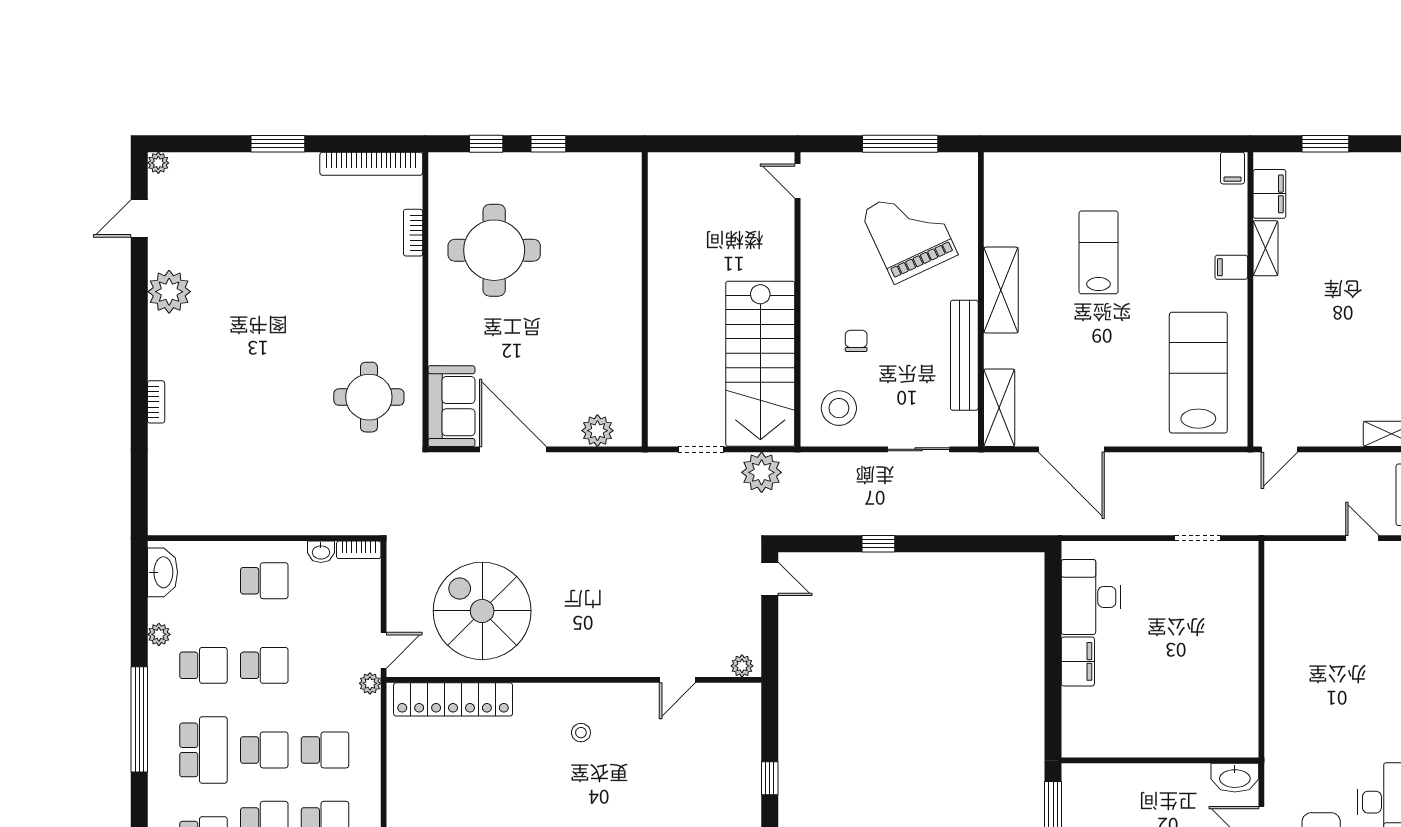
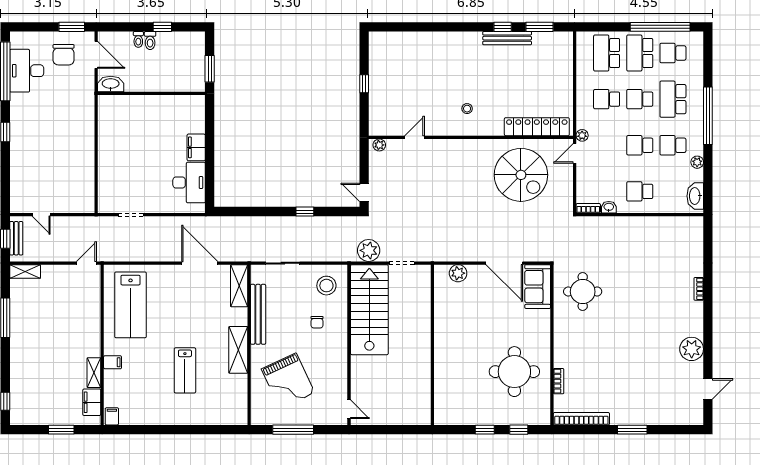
plant: (158, 163) -> (697, 419), removed

